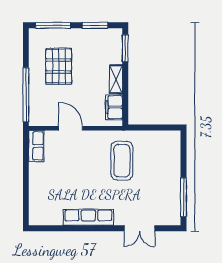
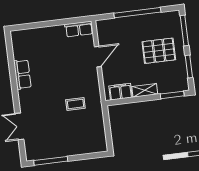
pallet: (59, 66) -> (159, 51), moved
window: (26, 95) -> (137, 13), moved
coffee table: (122, 161) -> (75, 104), width x0.54, depth x0.58
row of seats: (88, 217) -> (22, 74), width x0.68

